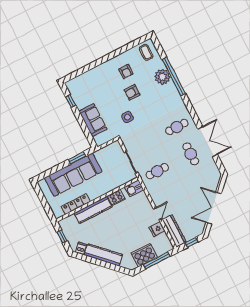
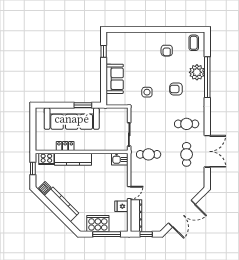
armchair: (132, 92) -> (176, 89), moved
cooker: (116, 197) -> (46, 159), moved
locker: (76, 204) -> (65, 146), width x0.66
double door: (214, 208) -> (182, 214), swing flipped

